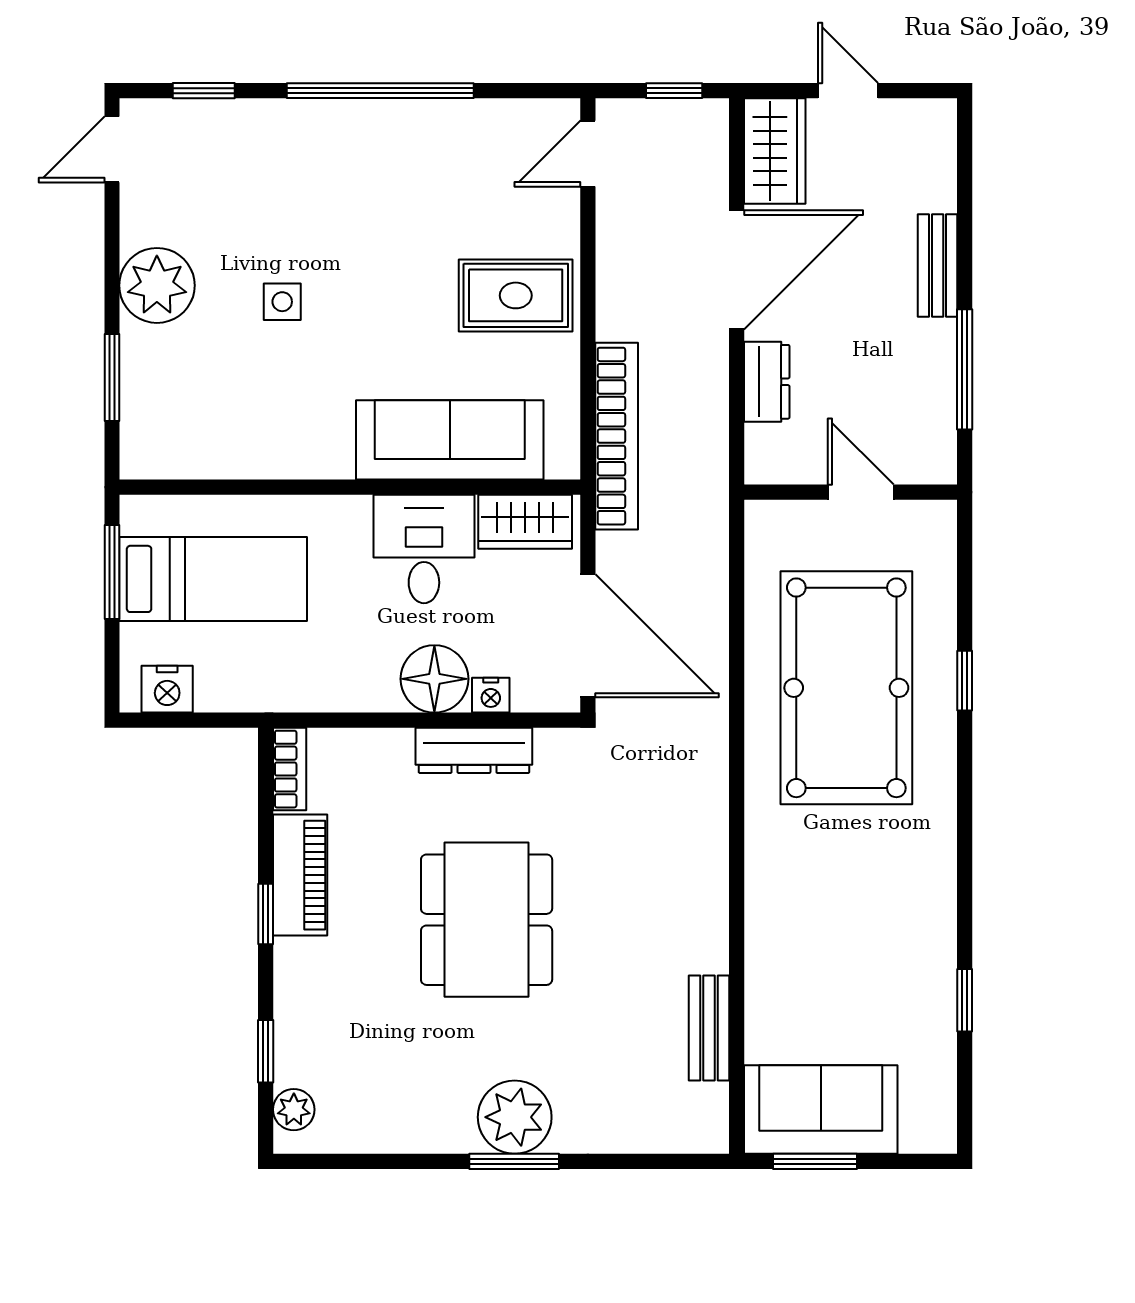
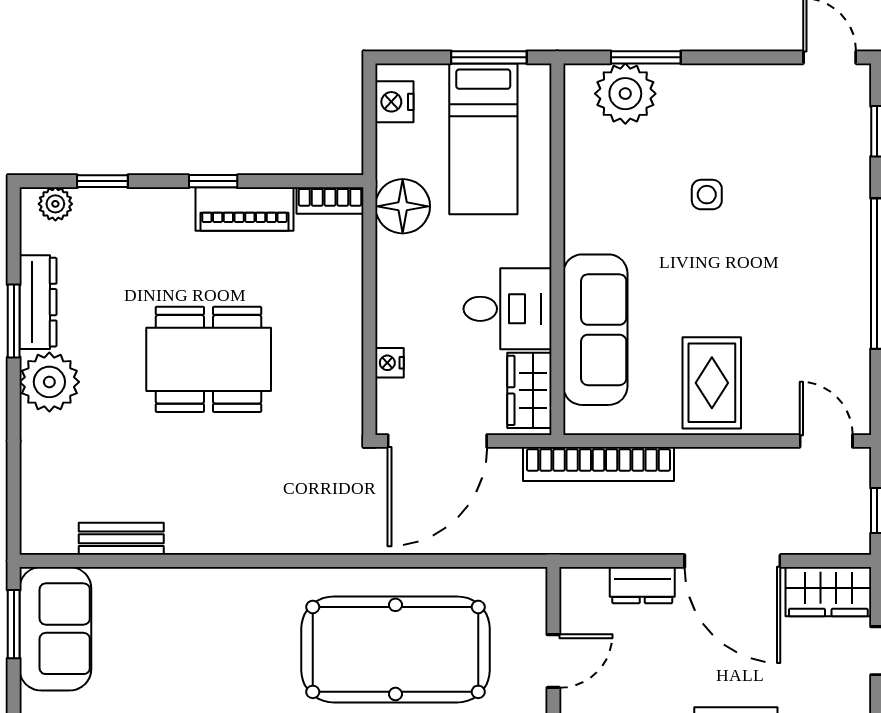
plant: (157, 285) -> (625, 94), moved
floor lamp: (434, 679) -> (403, 206), moved
dresser: (474, 750) -> (38, 302), moved, turned 180
window: (514, 1161) -> (14, 321), moved

